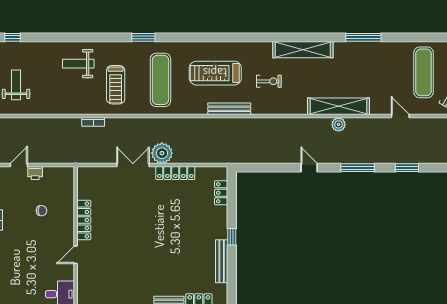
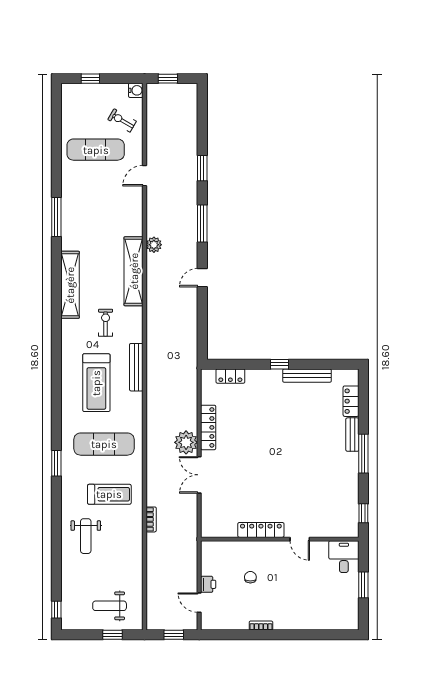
shelving: (338, 106) -> (134, 271), moved

